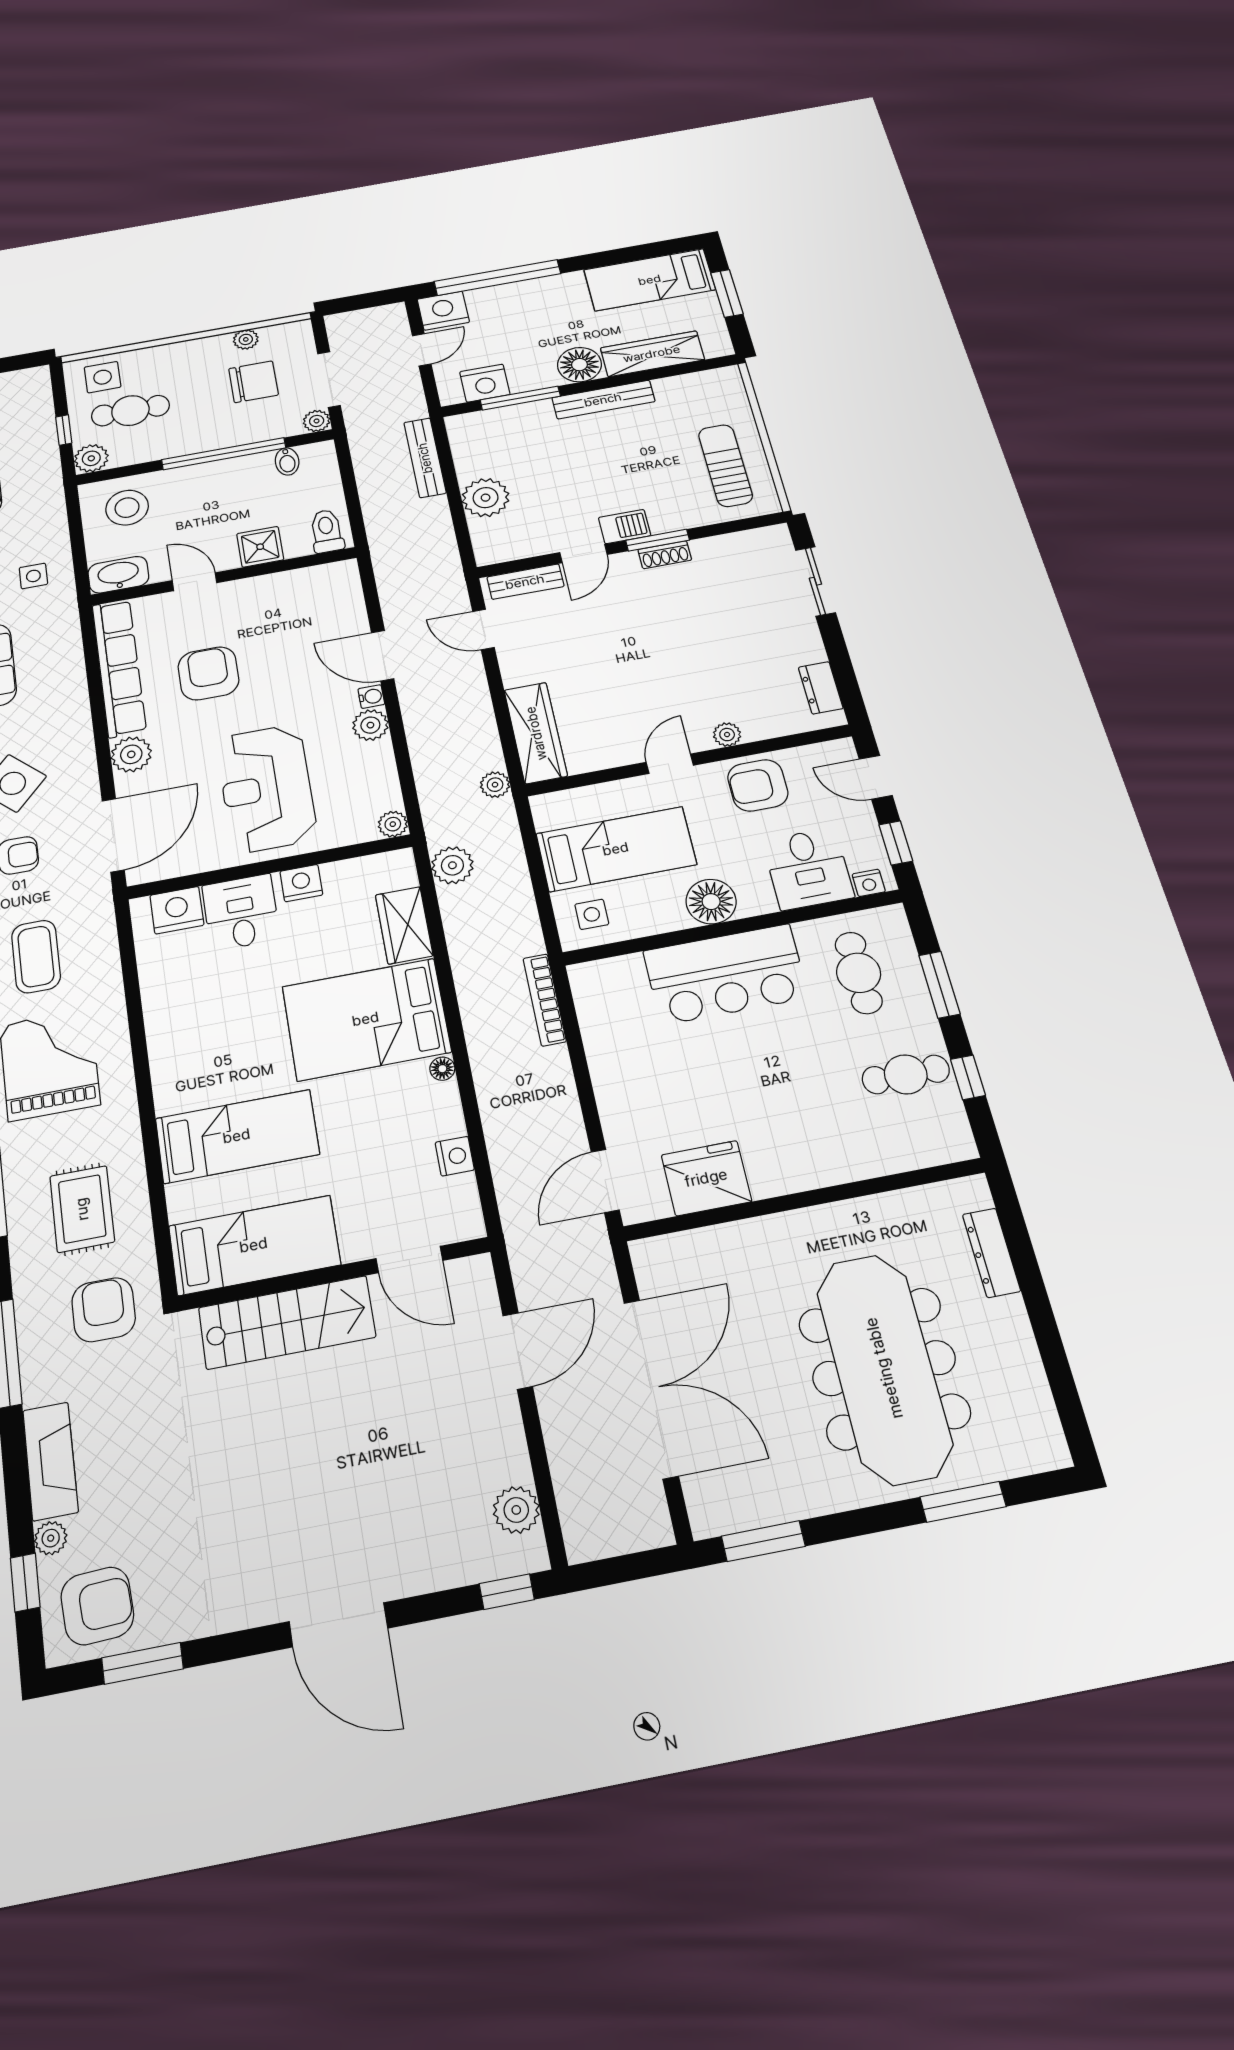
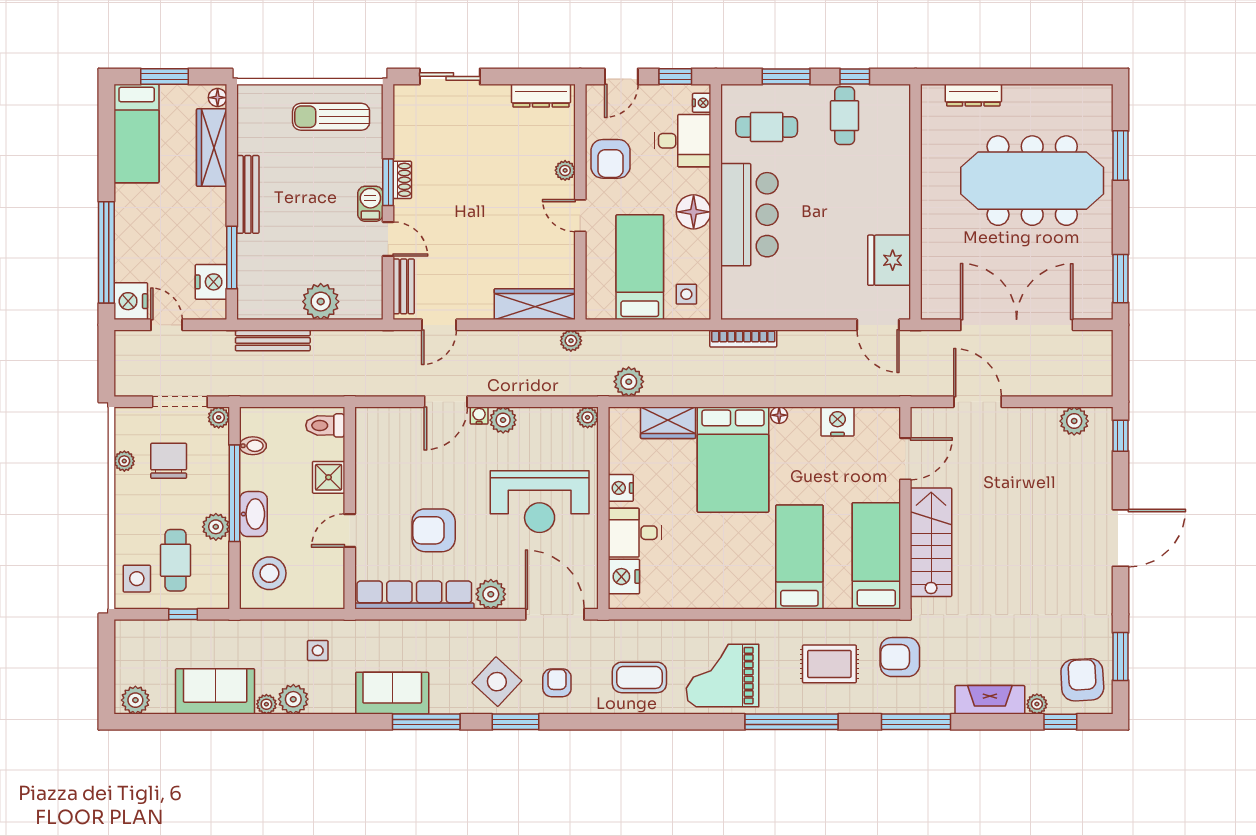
floor lamp: (579, 365) -> (218, 98), moved, width x0.53, depth x0.53
plant: (91, 458) -> (216, 527), moved
washbasin: (118, 575) -> (253, 514), moved, turned 180
dresser: (821, 688) -> (541, 96), width x1.44
nightstand: (455, 1156) -> (837, 422), width x1.36, depth x1.33

